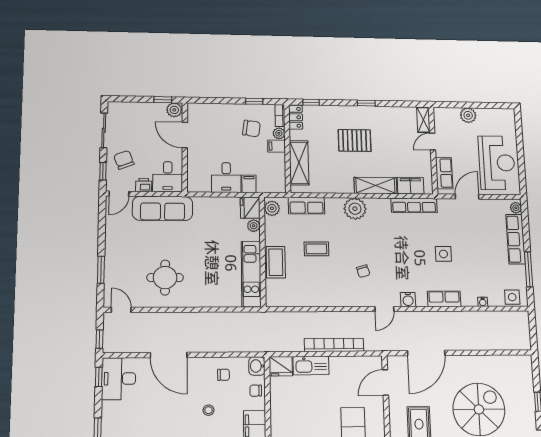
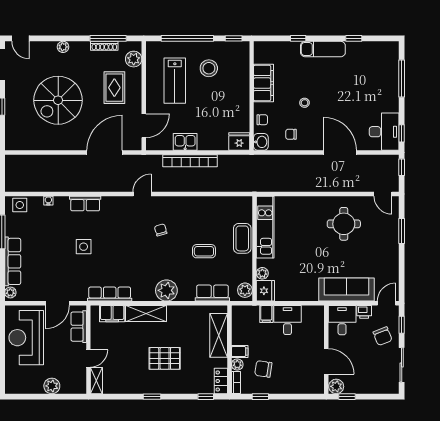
water cooler: (408, 300) -> (119, 203), removed
kitchen sink: (311, 366) -> (185, 142), moved, width x0.73

